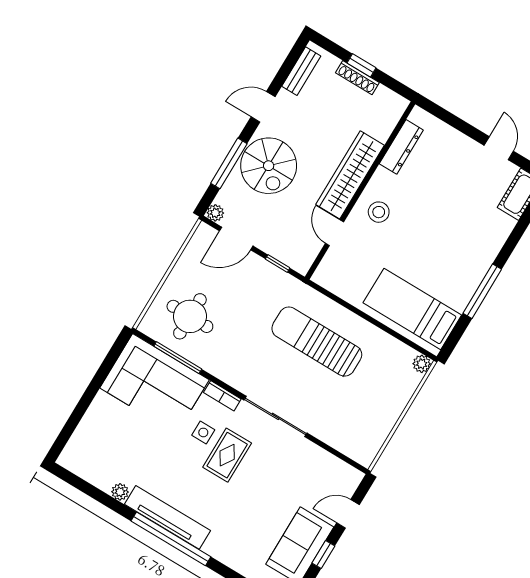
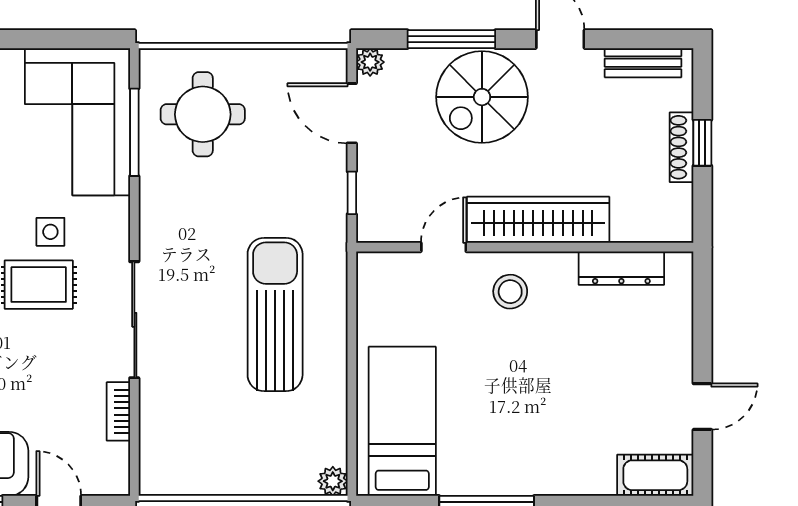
bookcase: (222, 396) -> (118, 411), moved

